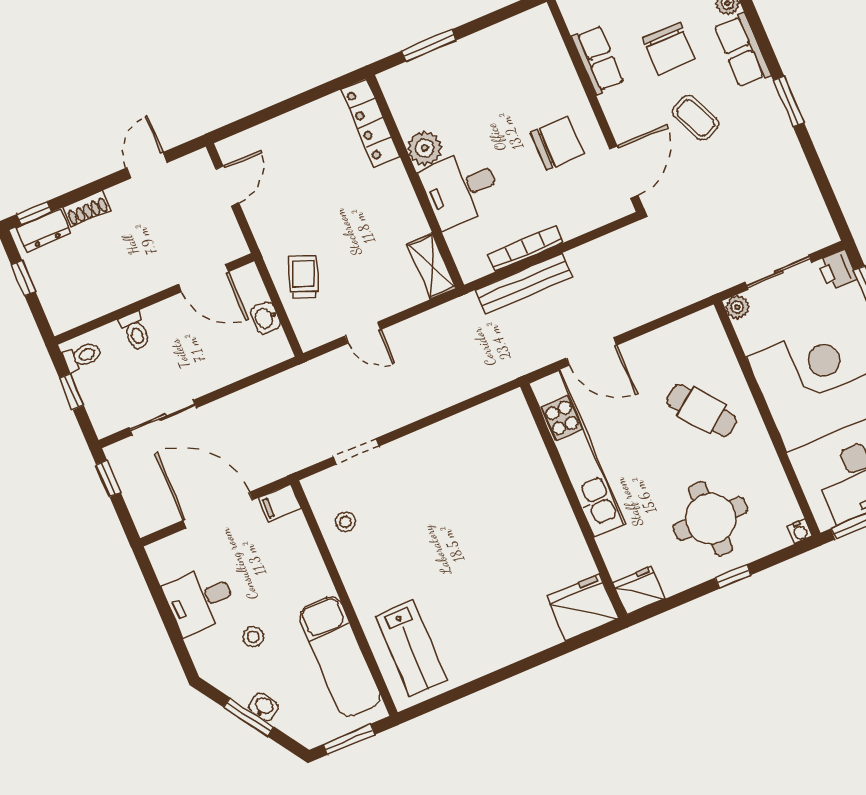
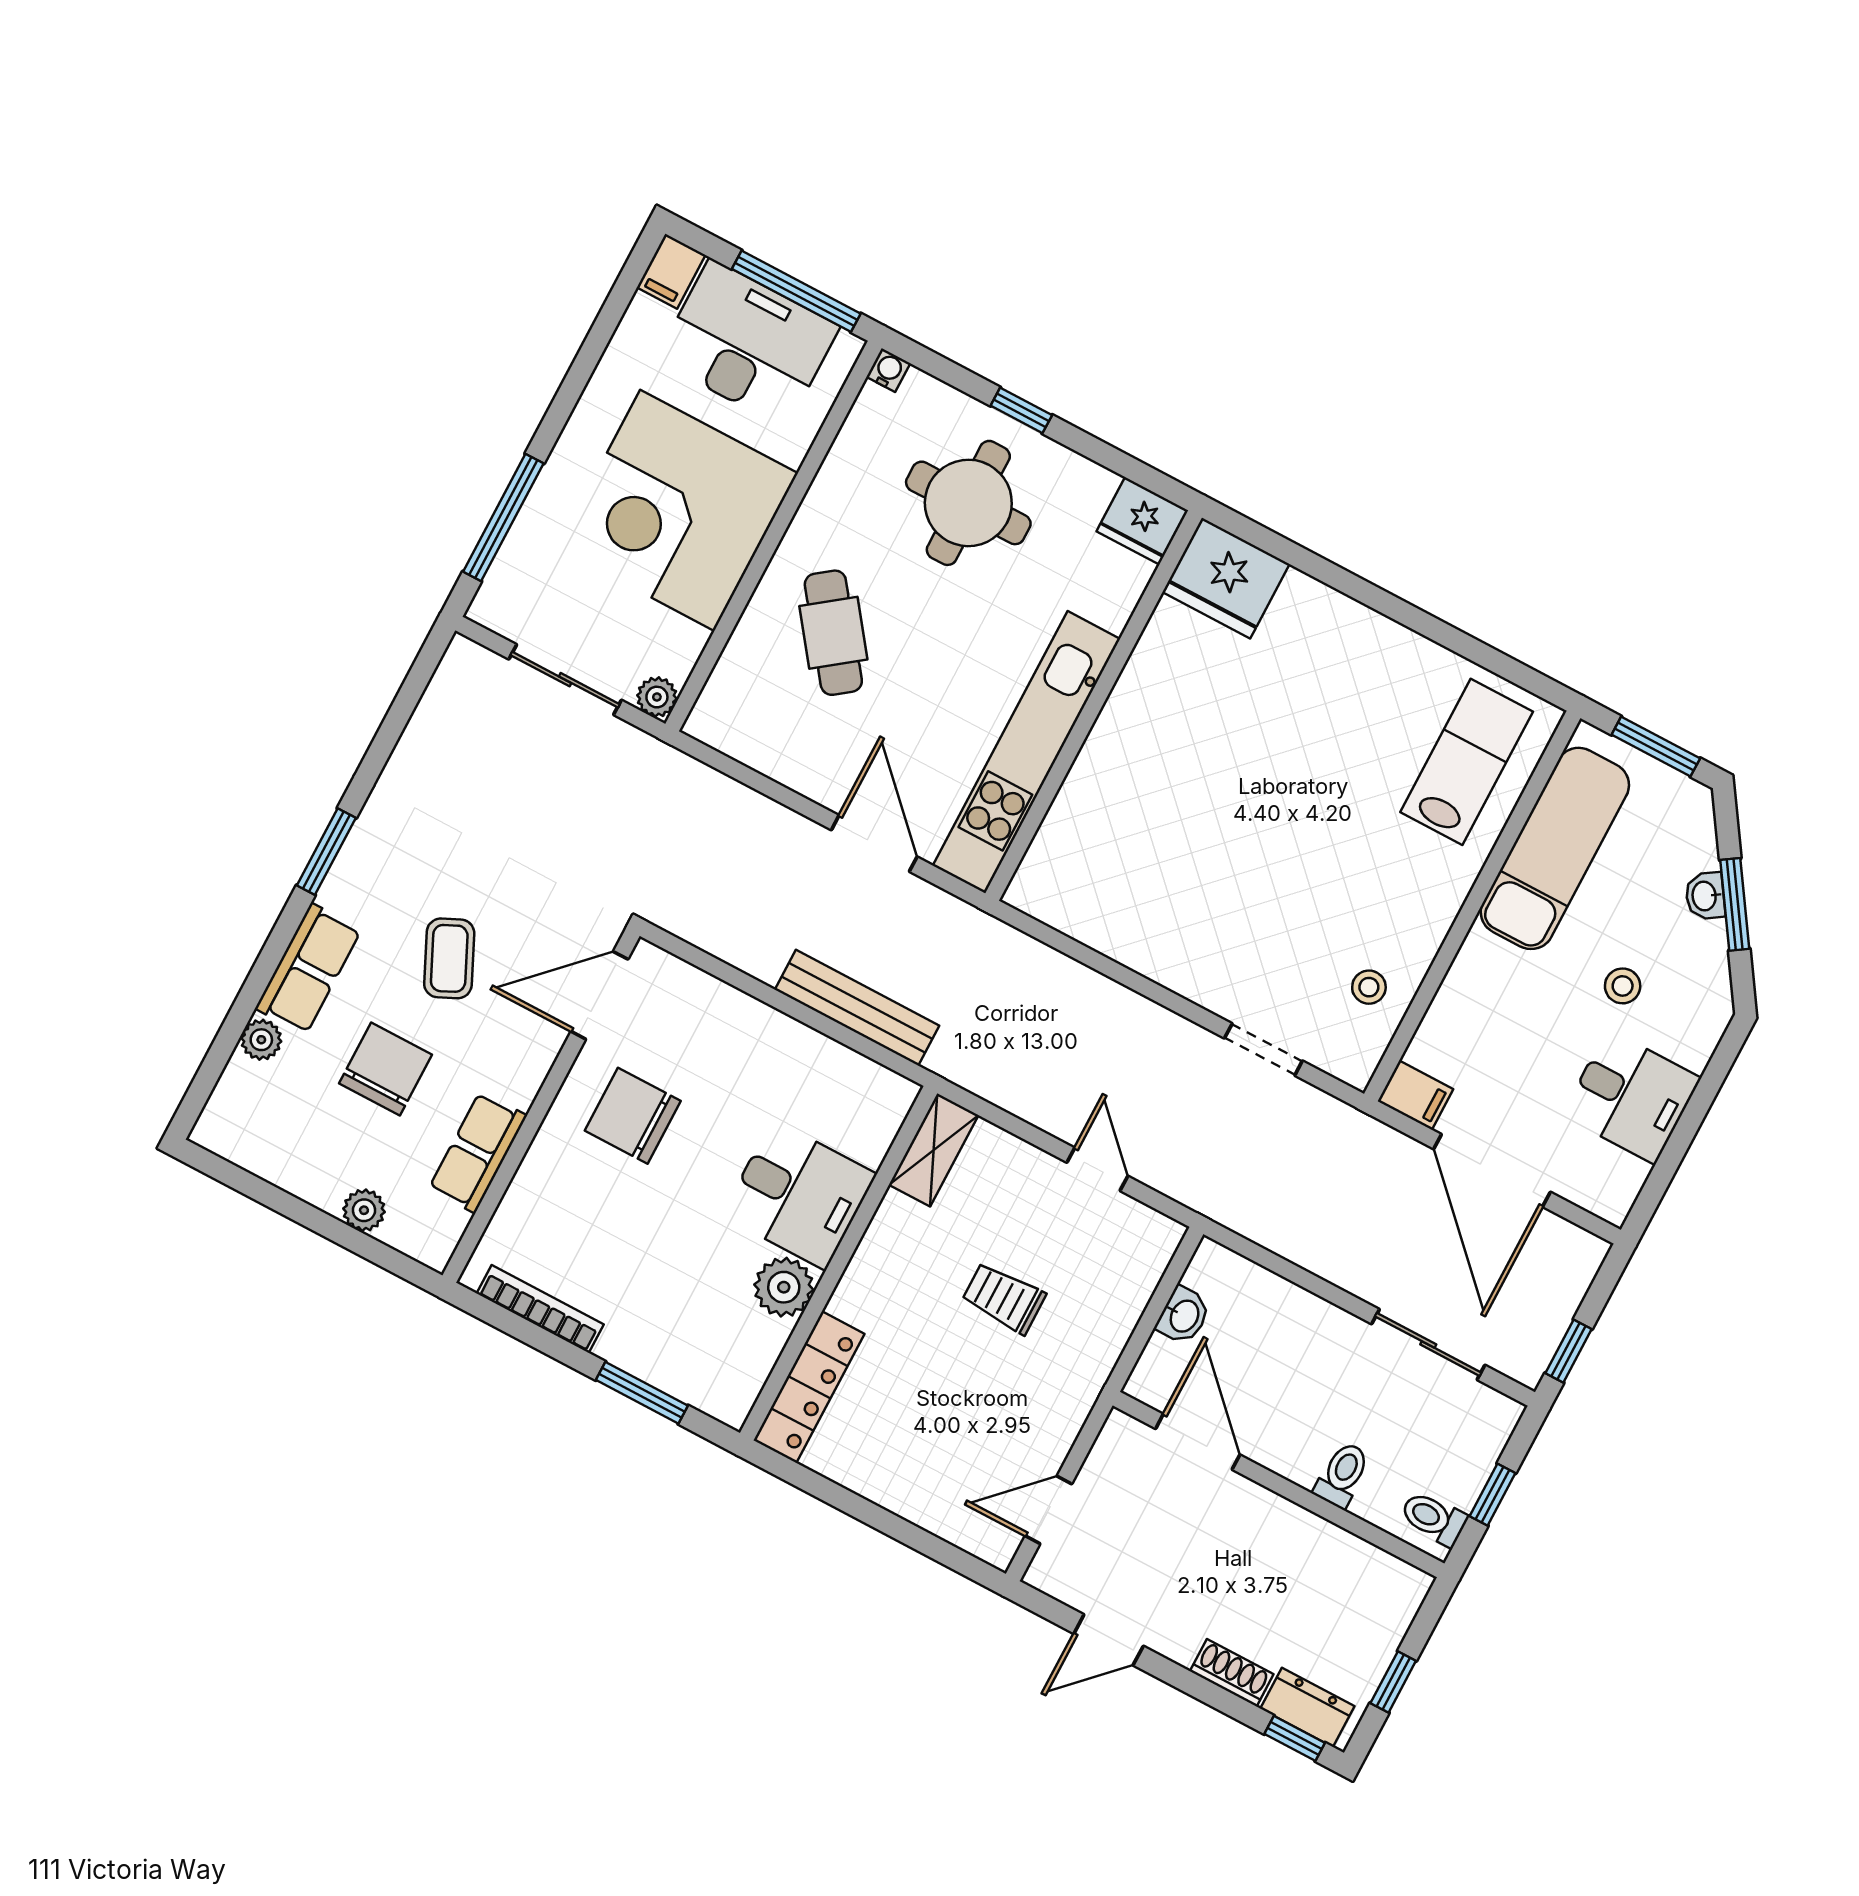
bookcase: (525, 249) -> (540, 1309), moved, turned 180
printer: (837, 270) -> (499, 604), removed
trolley: (303, 277) -> (1004, 1298), moved, turned 69

